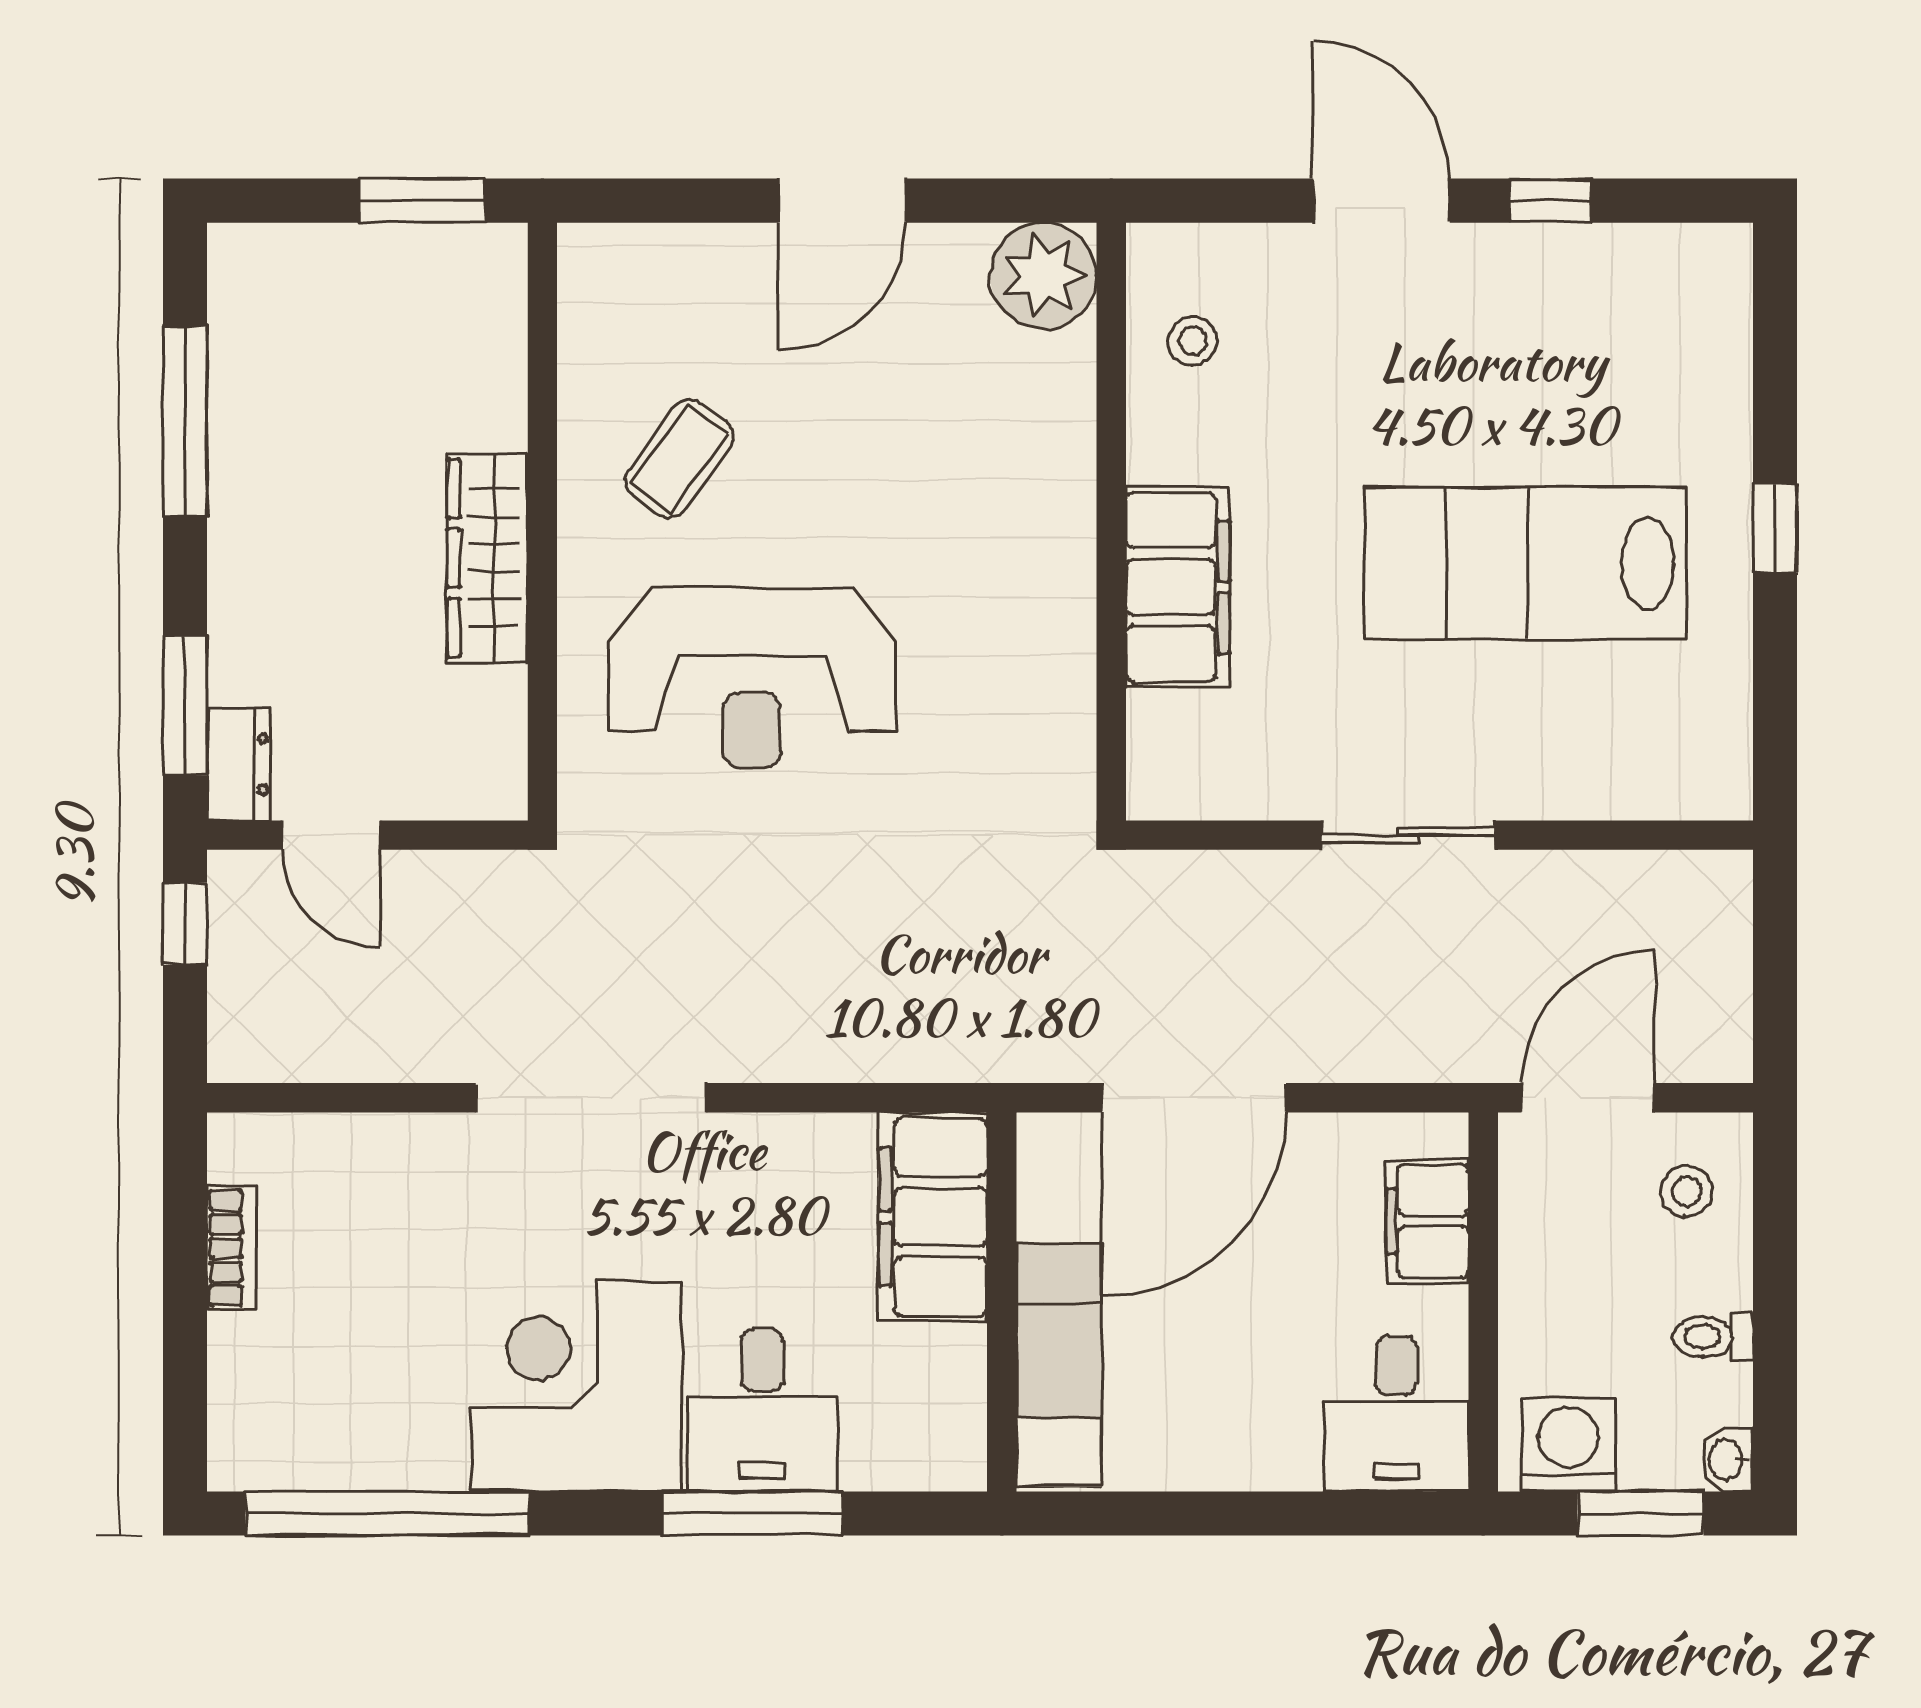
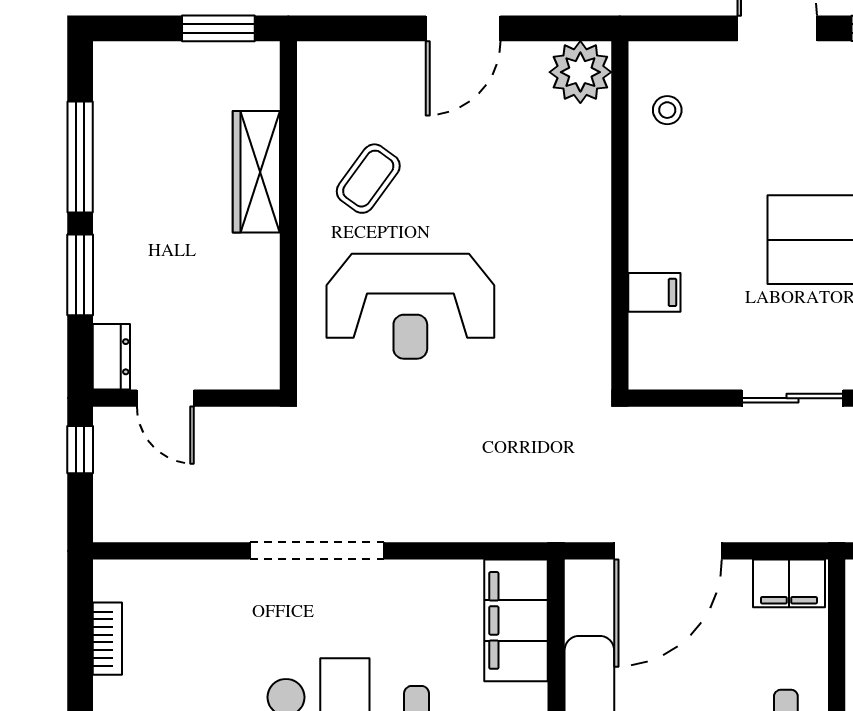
wardrobe: (487, 558) -> (256, 172), moved
filing cabinet: (1178, 587) -> (654, 292), width x0.33, depth x0.86
window: (185, 706) -> (80, 275), moved
filing cabinet: (1427, 1221) -> (789, 583), moved, turned -90

